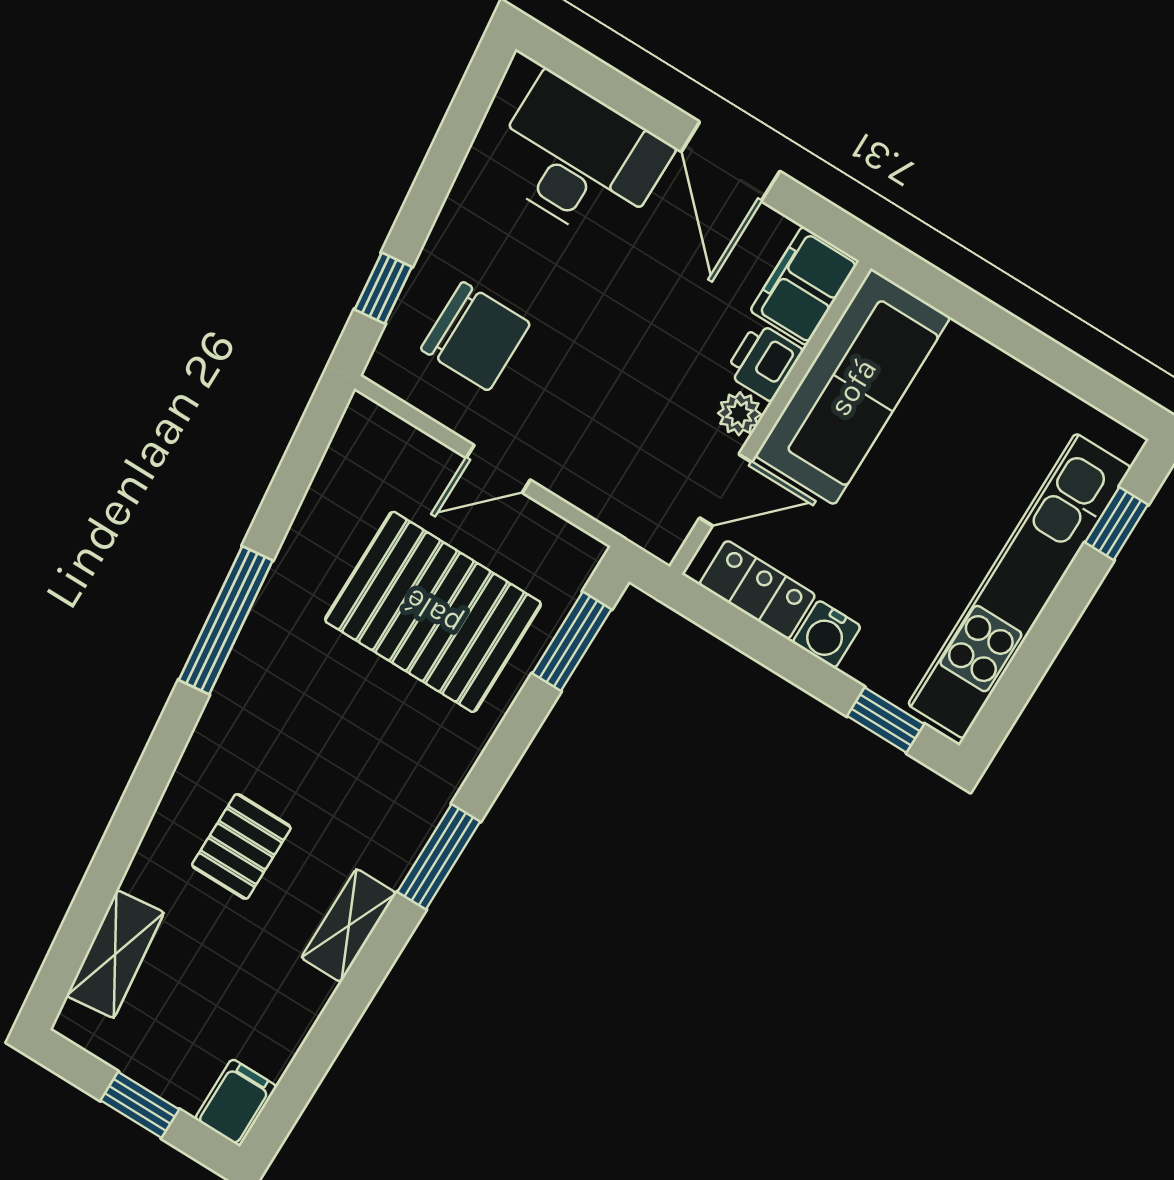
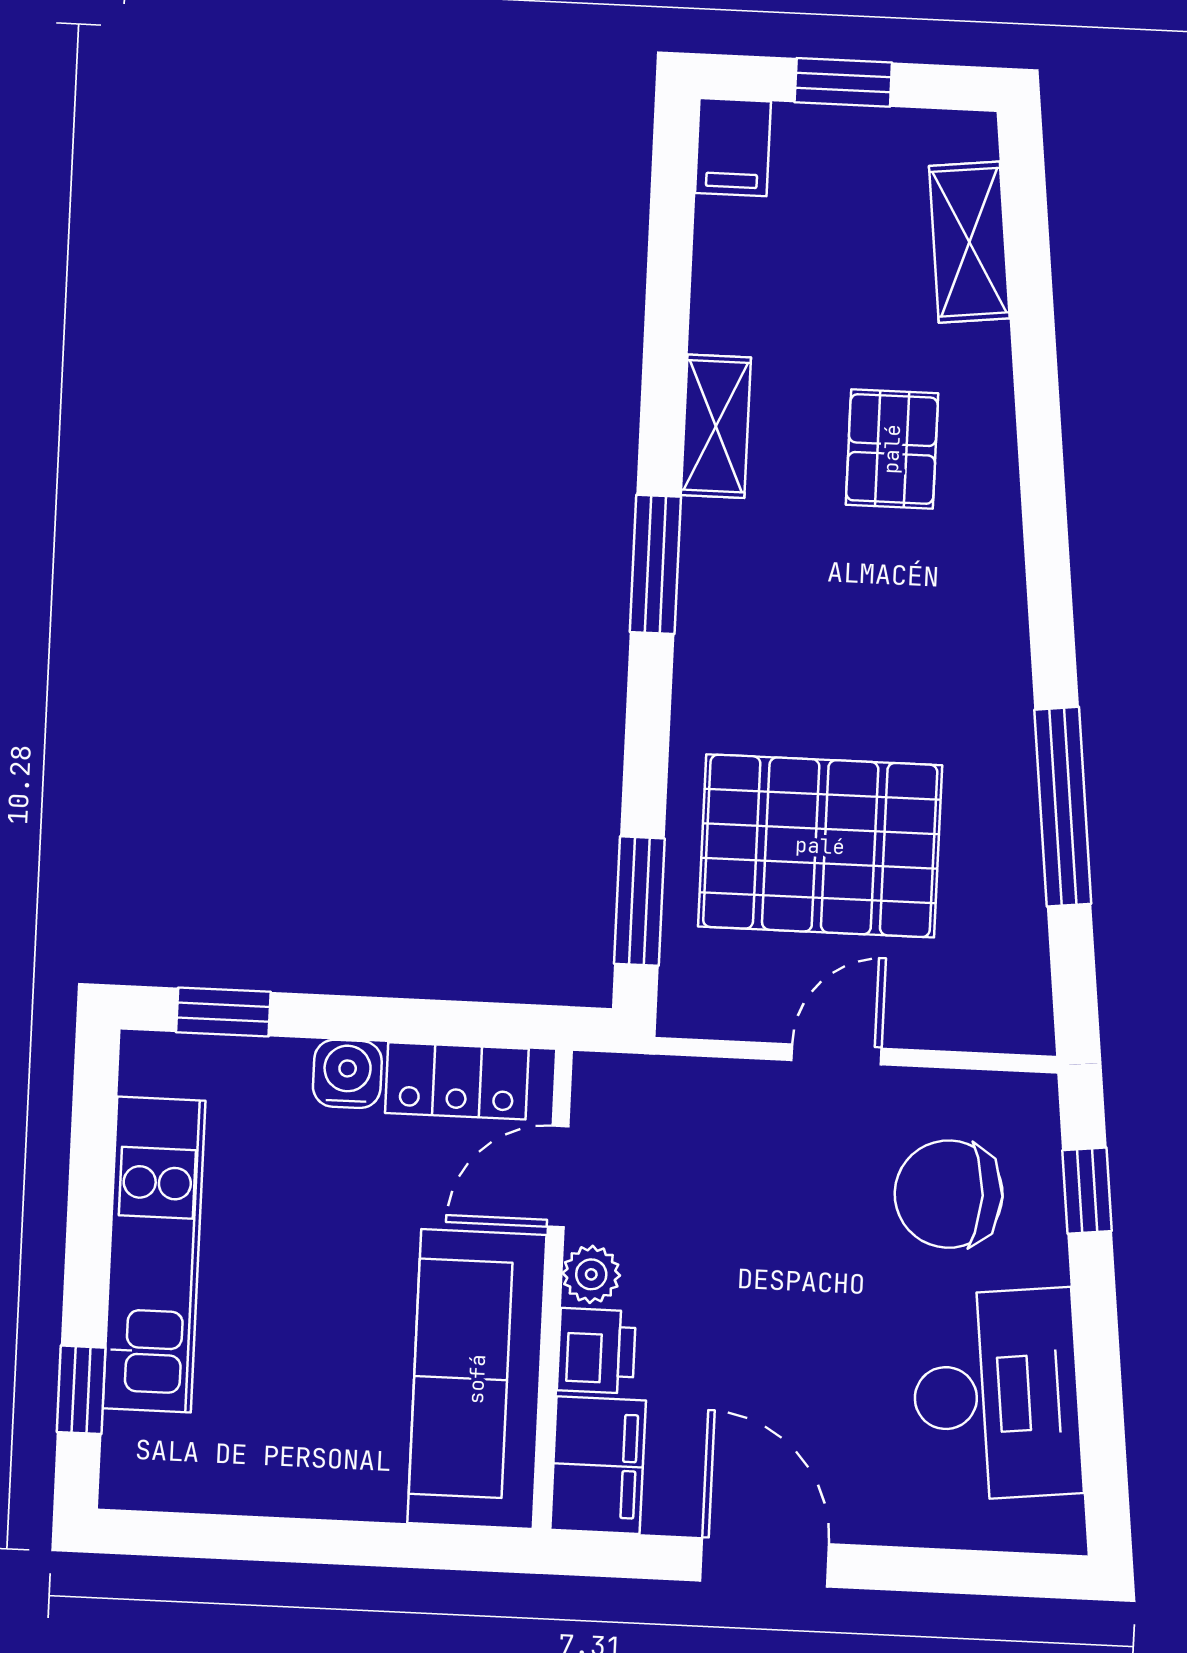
desk: (579, 159) -> (996, 1395), moved, turned -96
kitchen unit: (1020, 586) -> (154, 1255), width x0.73
window: (226, 620) -> (1063, 807), moved

